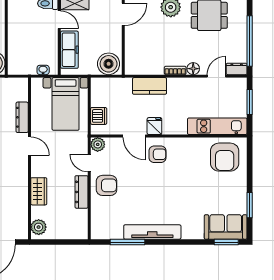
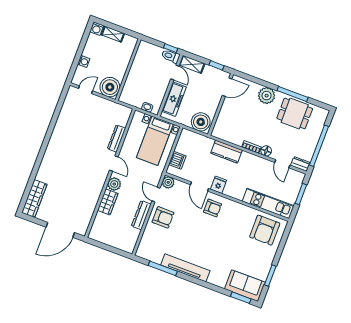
door: (216, 76) -> (282, 164), swing flipped
plant: (39, 227) -> (114, 184), moved

